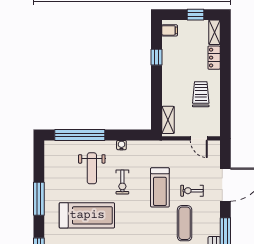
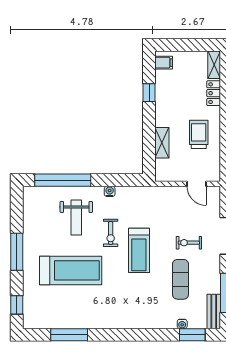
window: (196, 15) -> (193, 45), removed
shelving: (168, 120) -> (162, 143), moved
treadmill: (160, 187) -> (139, 250), moved

